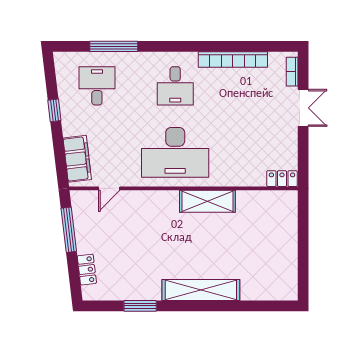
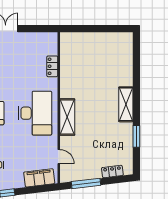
locker: (282, 179) -> (52, 66), moved
shelving: (207, 201) -> (67, 117), moved
shelving: (201, 290) -> (126, 104), width x0.68

